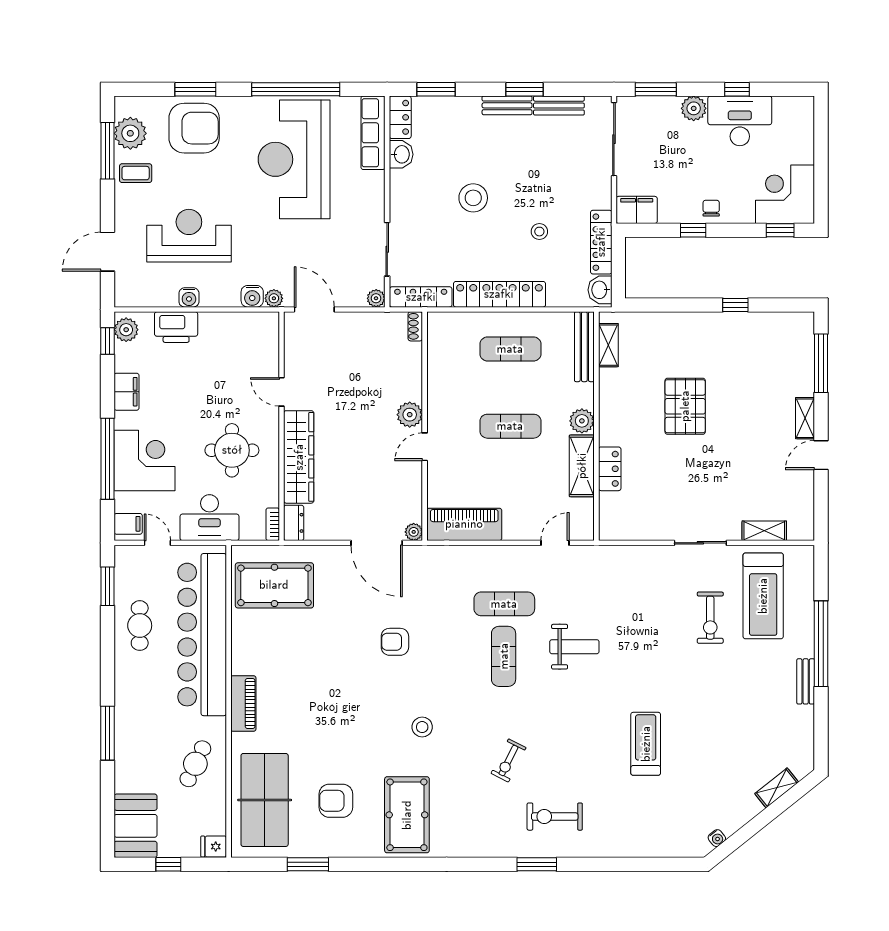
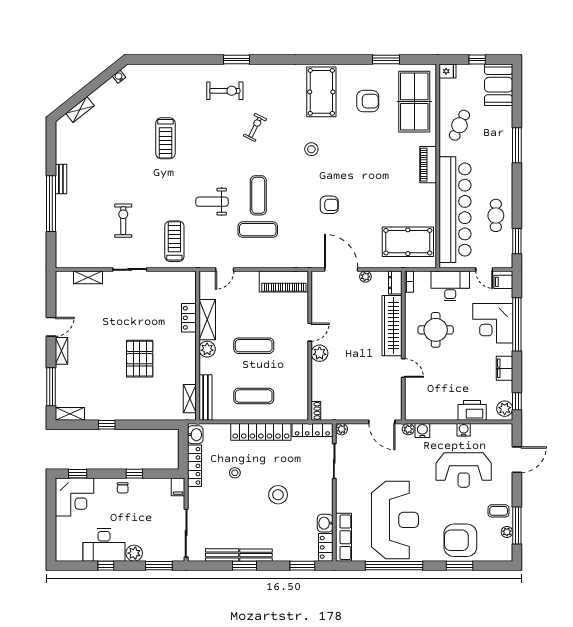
plant: (130, 133) -> (507, 532), width x0.53, depth x0.53
filing cabinet: (637, 210) -> (178, 487), width x0.50
shelving: (792, 322) -> (70, 414), added
plant: (414, 532) -> (365, 277), moved
treadmill: (763, 596) -> (174, 241), moved, width x0.73, depth x0.73

